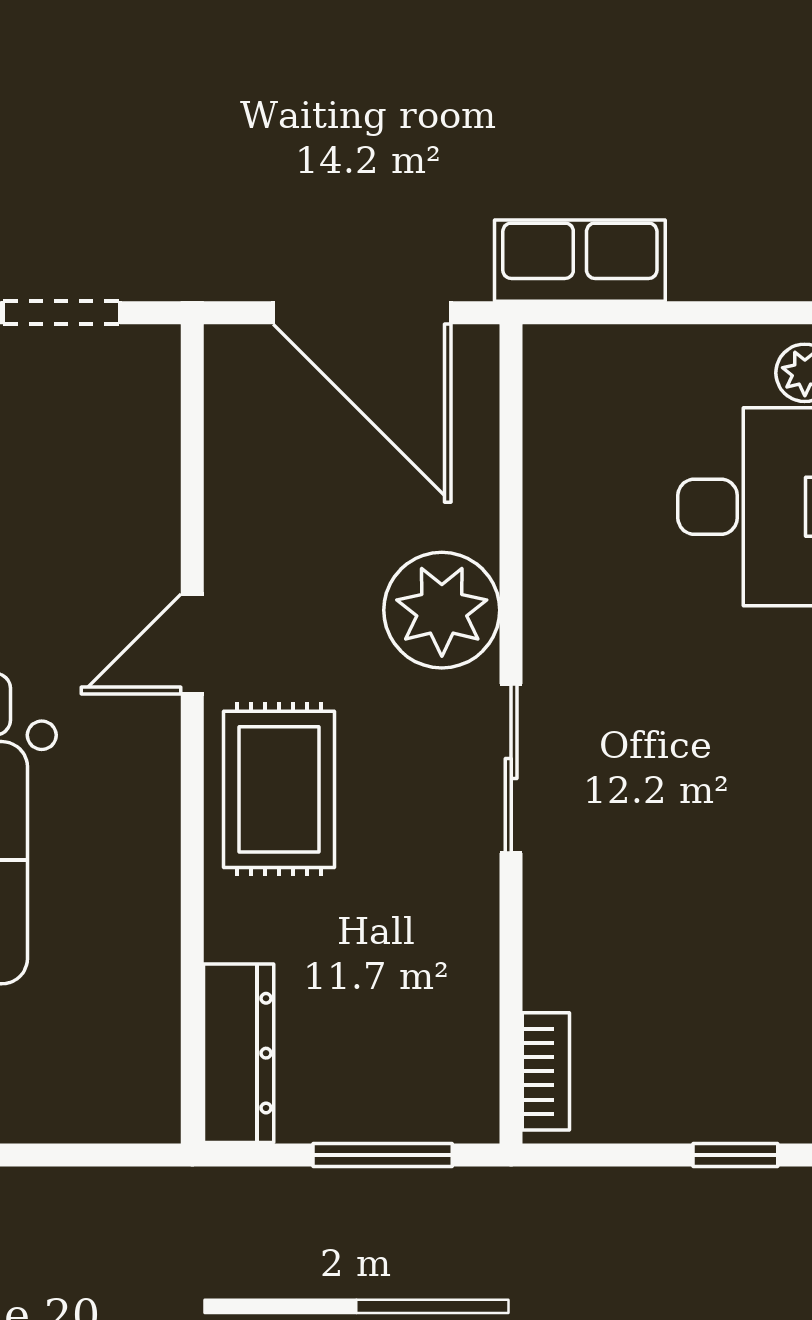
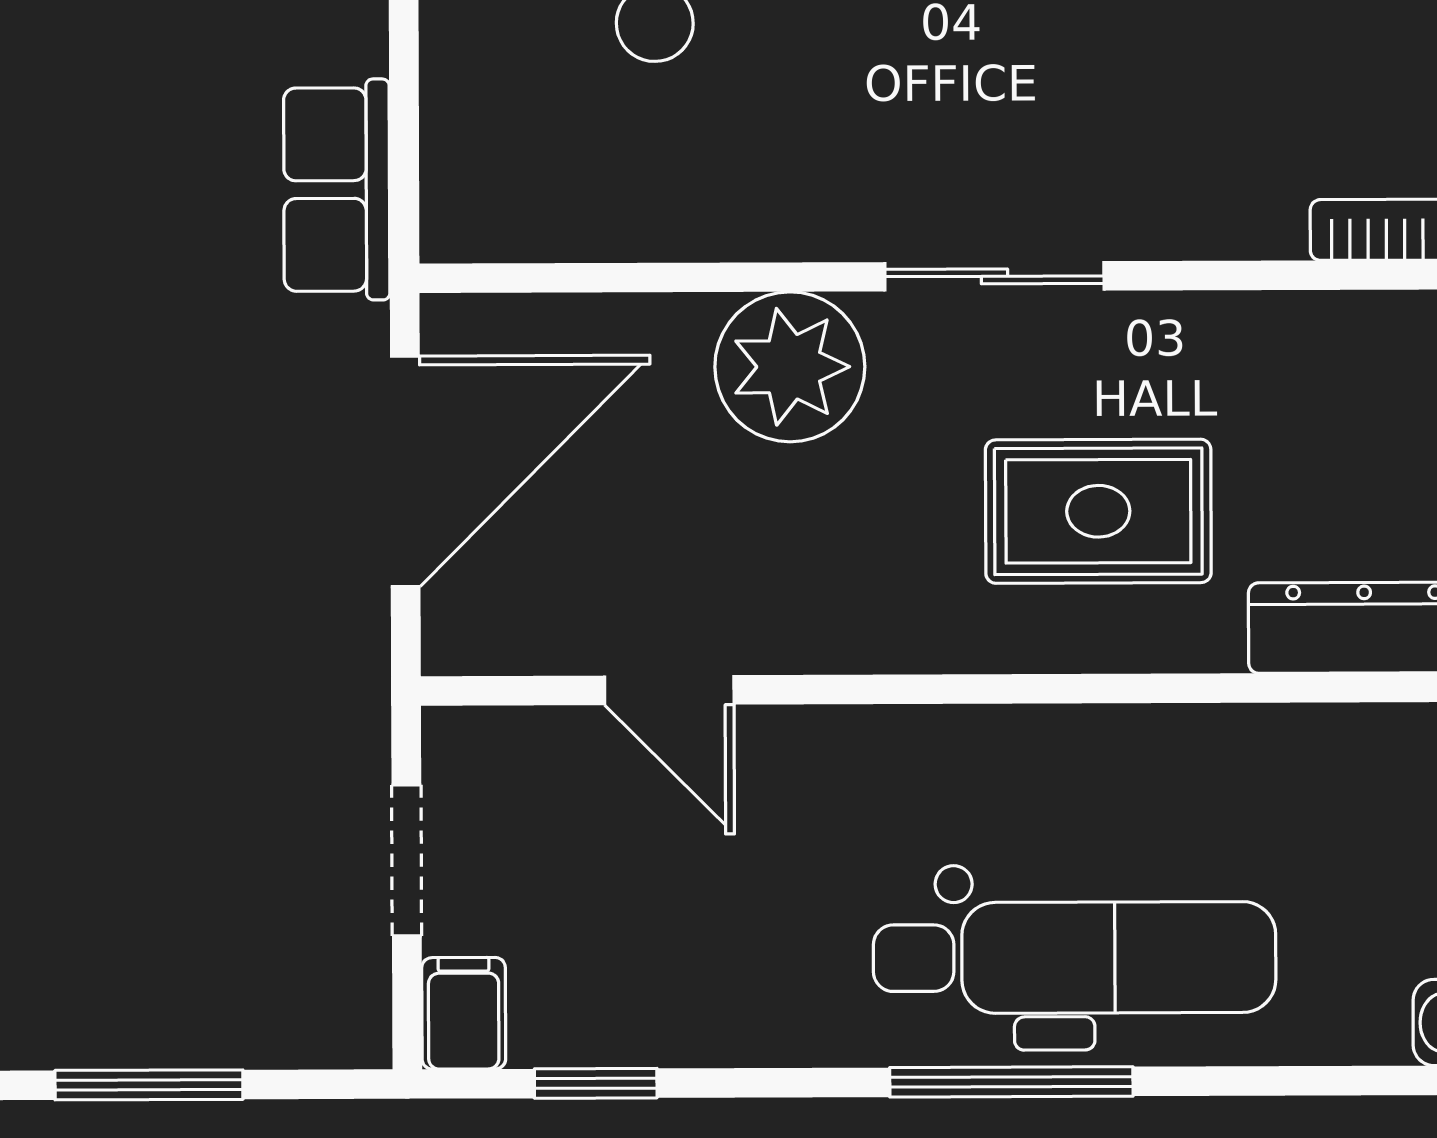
door: (192, 644) -> (669, 690), moved
rug: (279, 789) -> (1098, 511), moved

